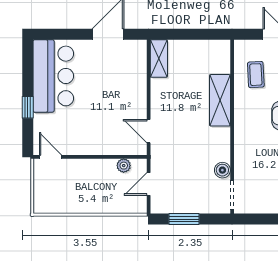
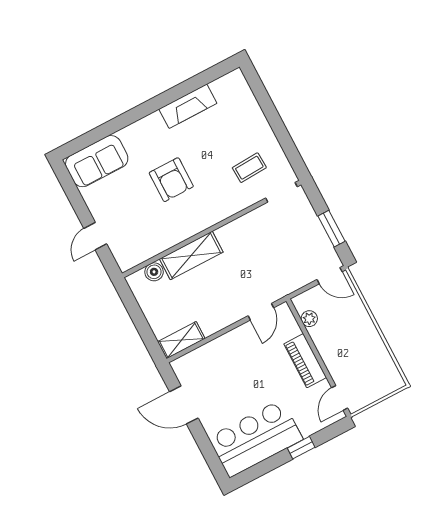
coffee table: (256, 75) -> (249, 168), moved
piano: (93, 145) -> (305, 361), added
boiler: (222, 170) -> (154, 272), moved
door: (149, 184) -> (329, 276), moved

